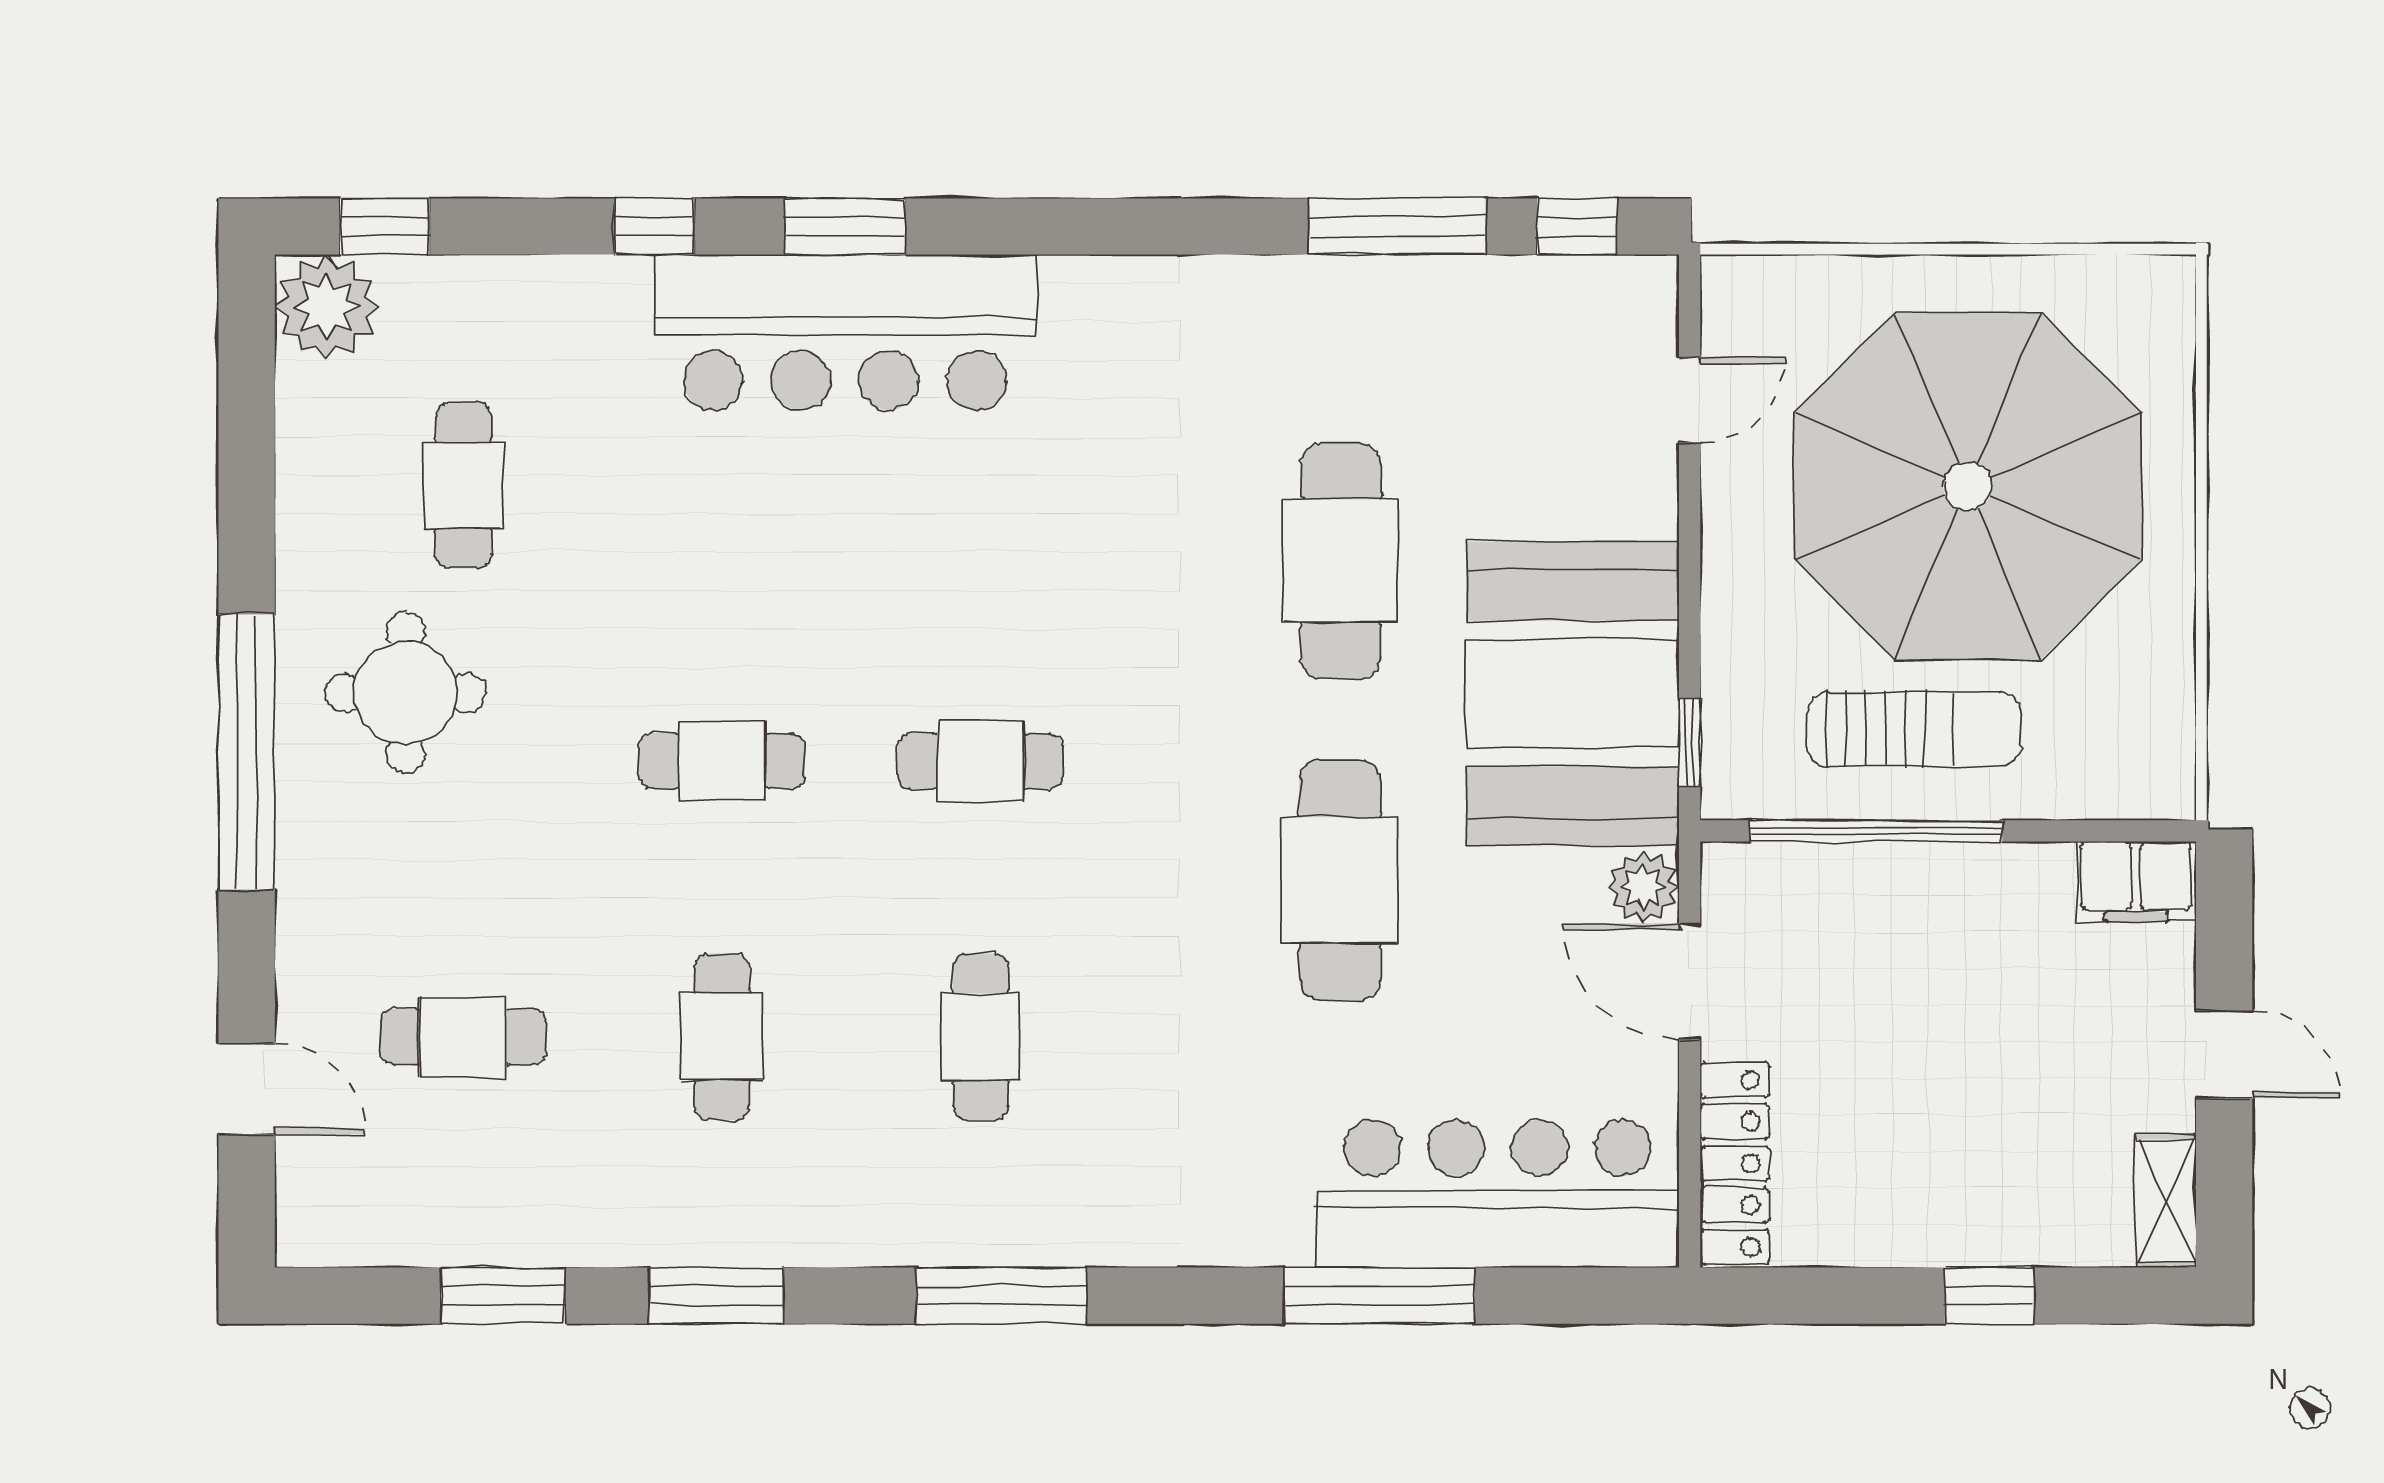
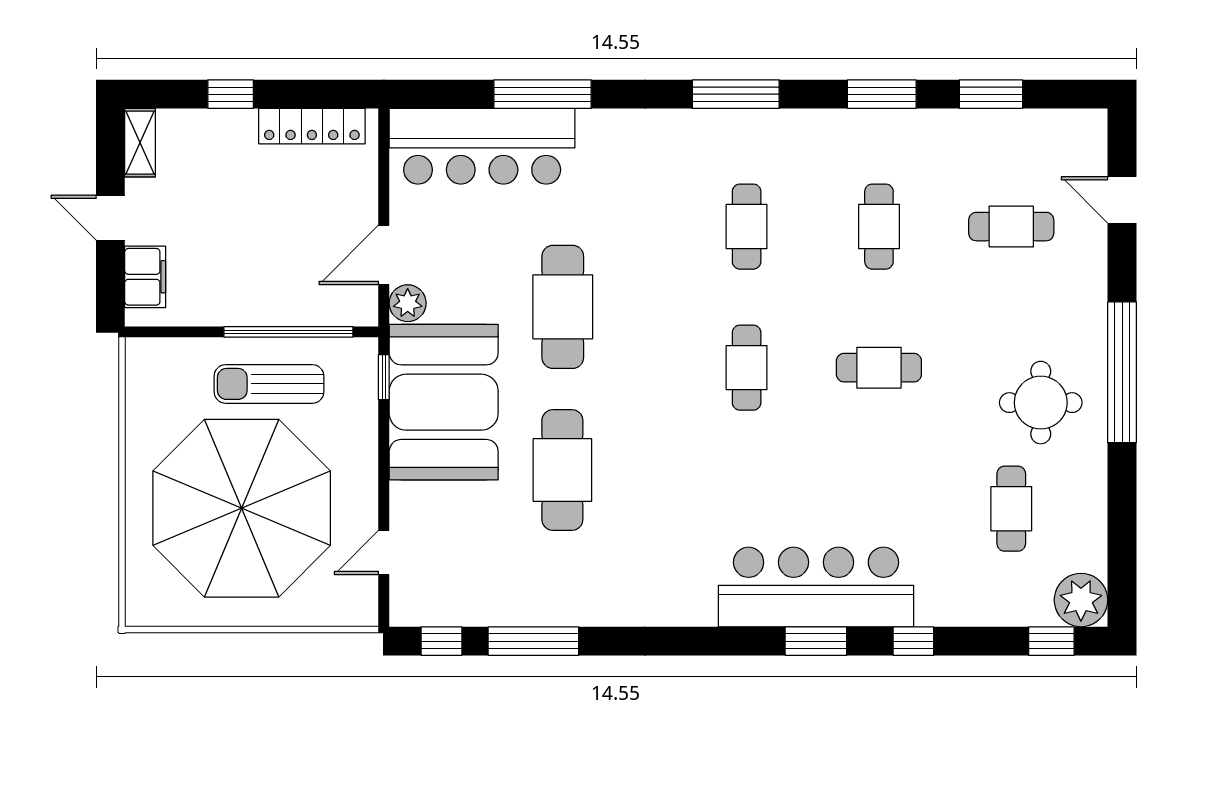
cafe table: (980, 761) -> (747, 368), turned 90
filing cabinet: (2136, 882) -> (145, 277), moved, turned 90
door: (1690, 982) -> (384, 255), swing flipped
locker: (1735, 1163) -> (312, 126), moved, turned -90

